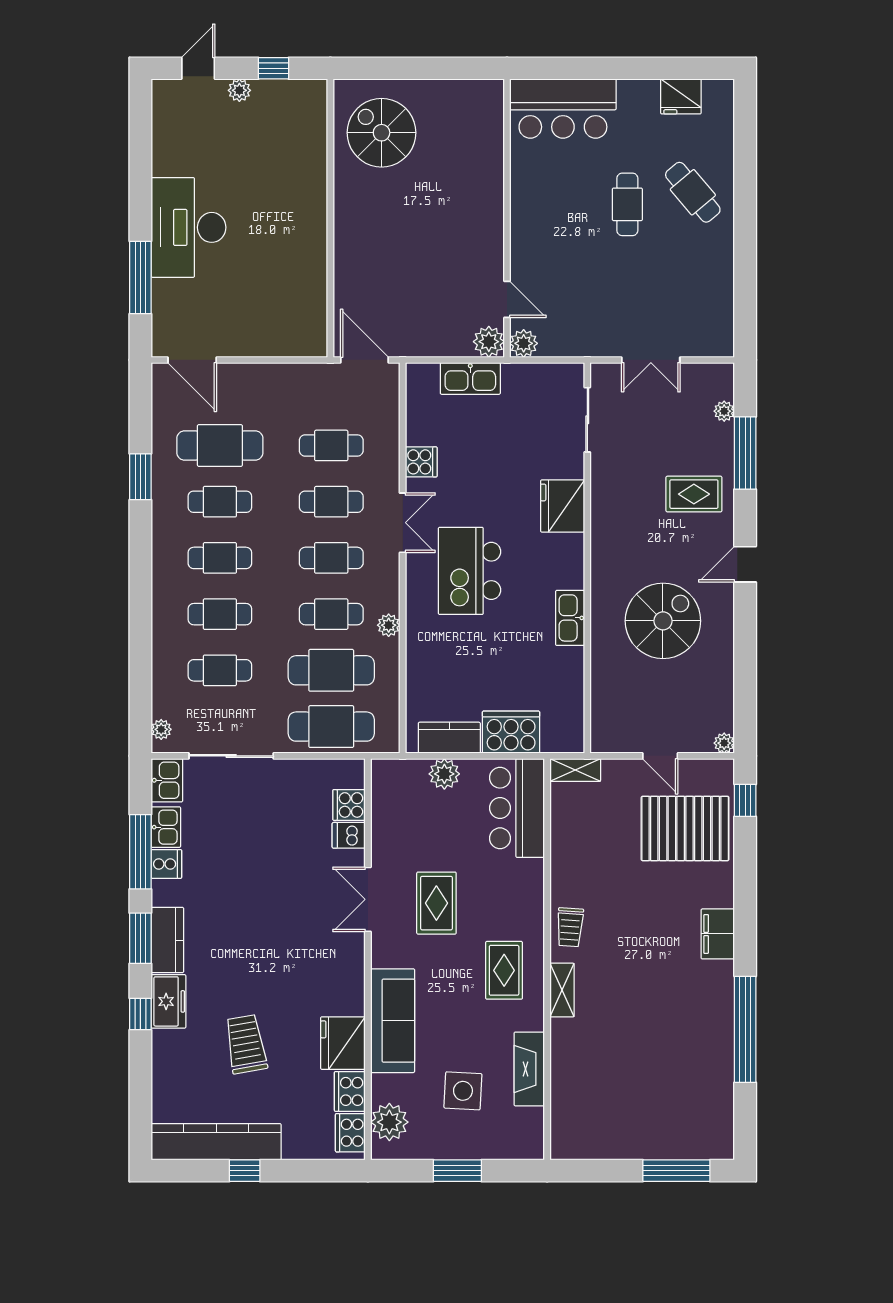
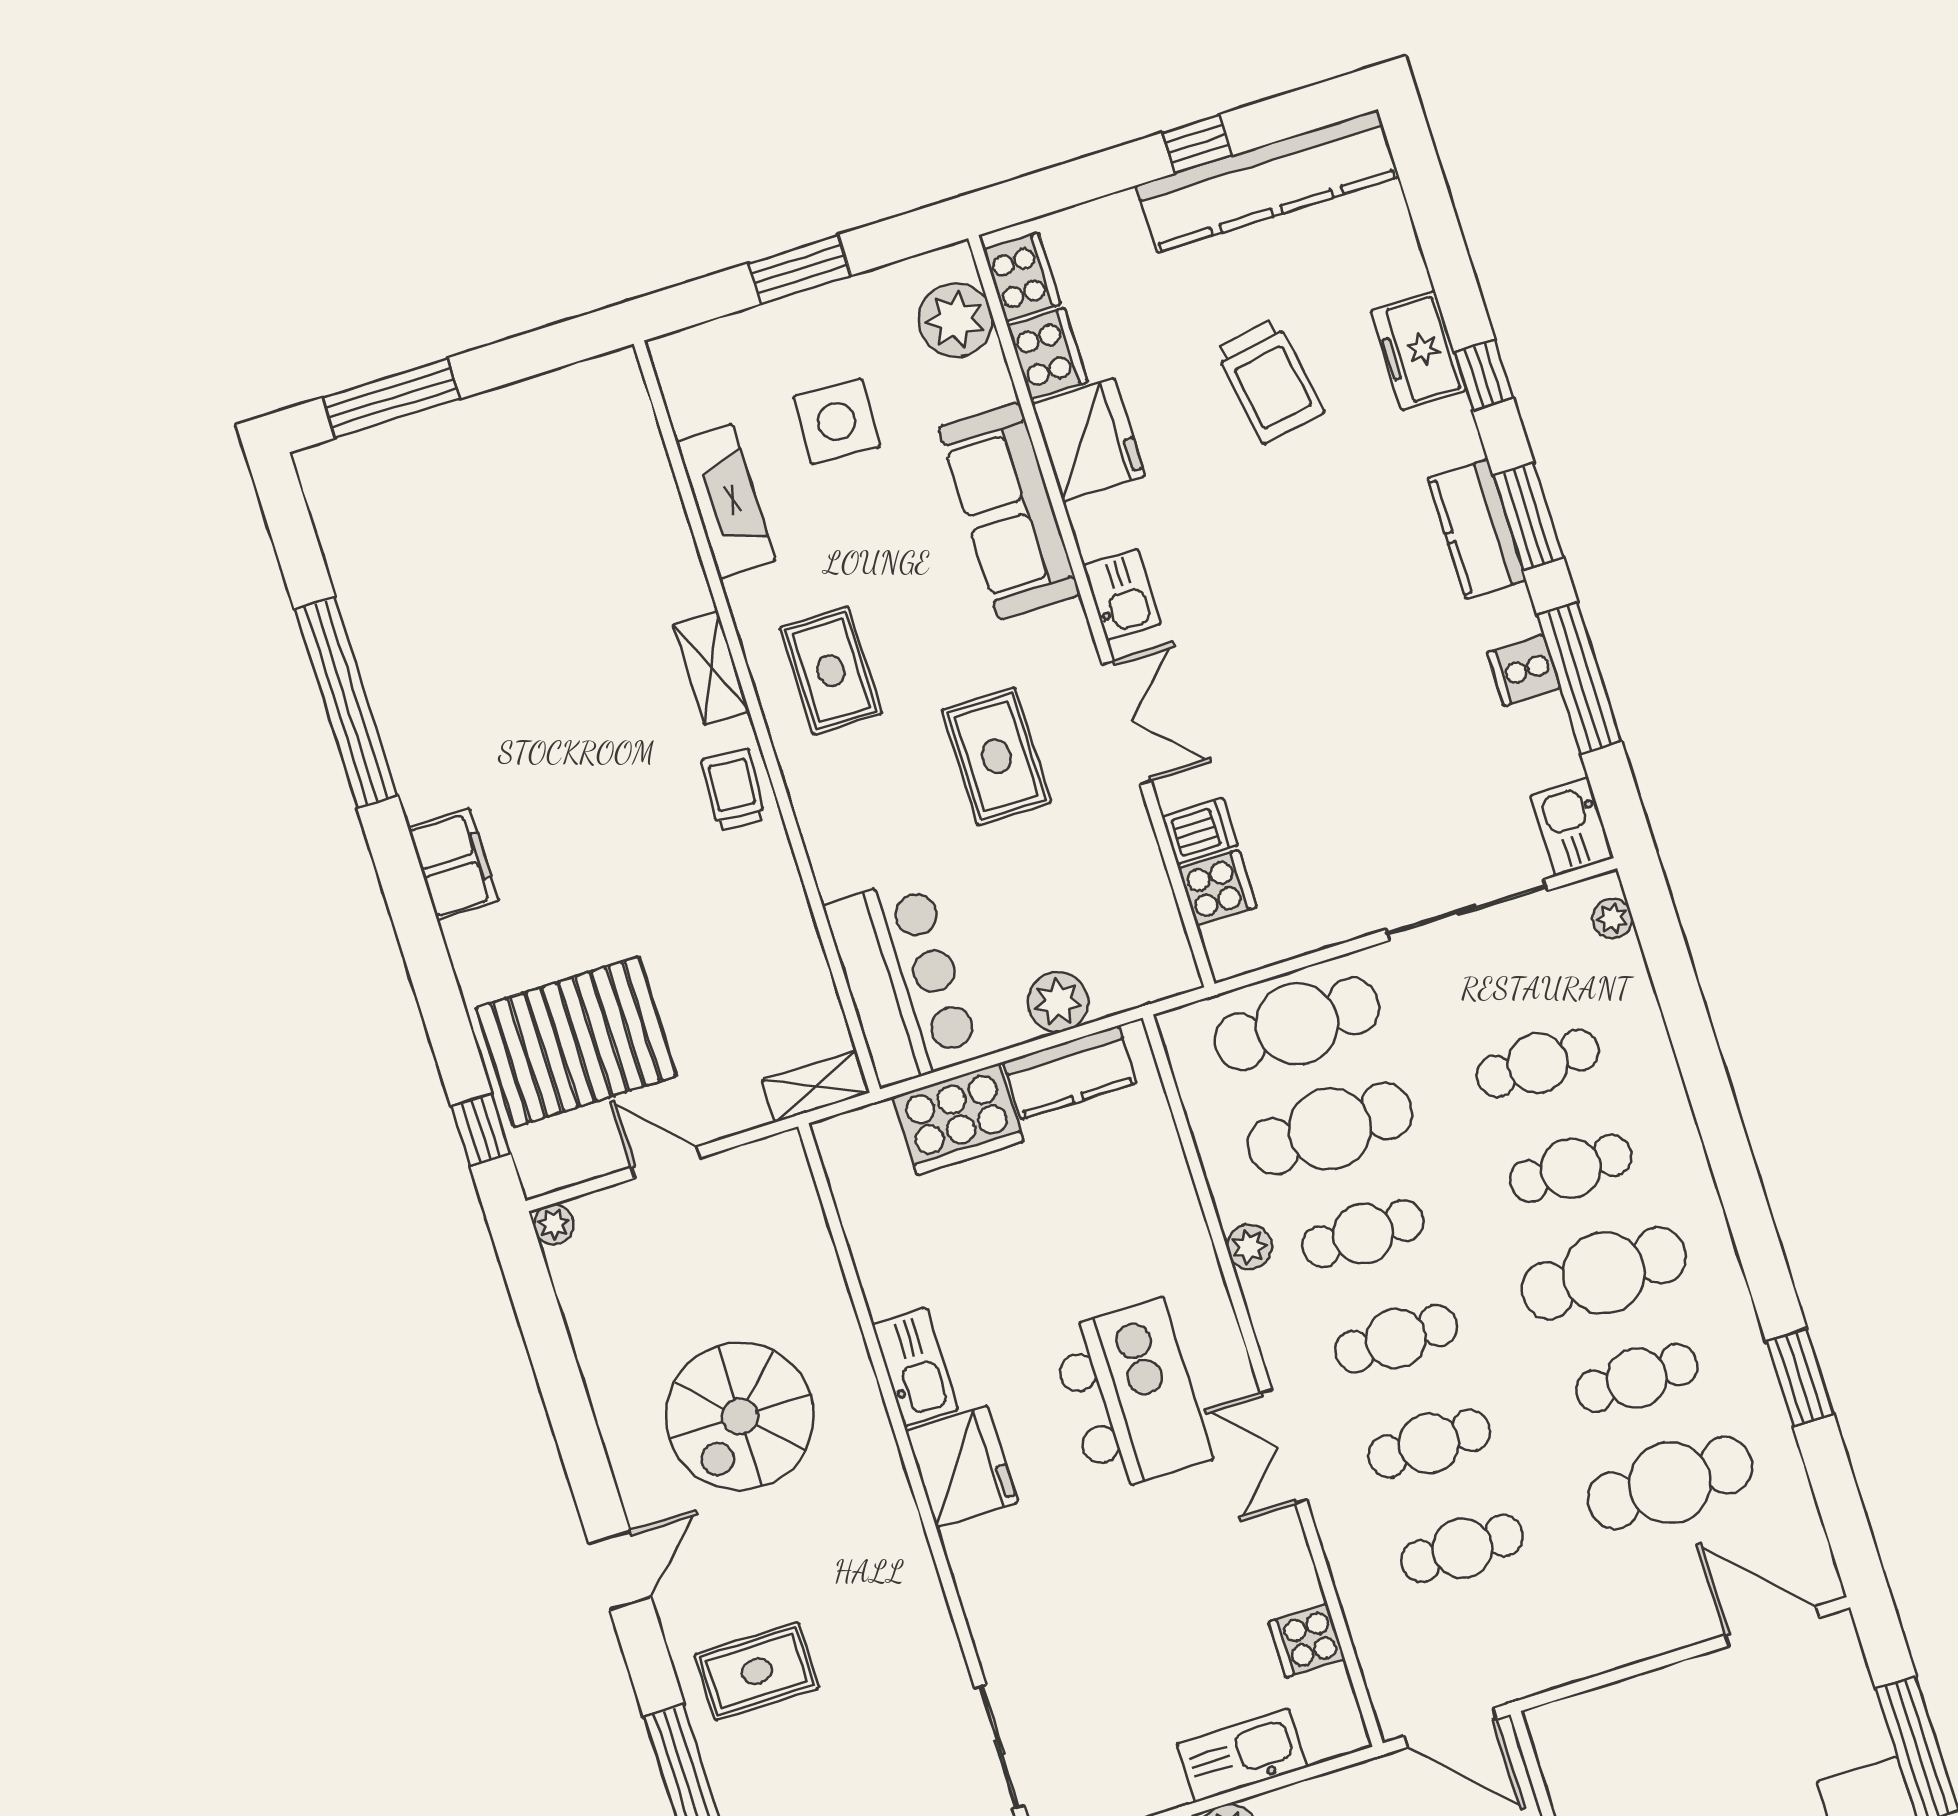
cooker: (421, 462) -> (1307, 1640), moved
fridge: (563, 506) -> (962, 1467), moved
cafe table: (220, 558) -> (1604, 1273), width x1.37, depth x1.35
kitchen sink: (166, 827) -> (1122, 595), moved, turned 180
freezer: (169, 1001) -> (1418, 350), moved

